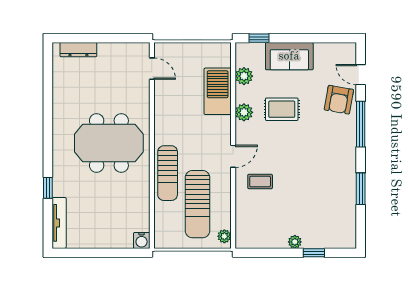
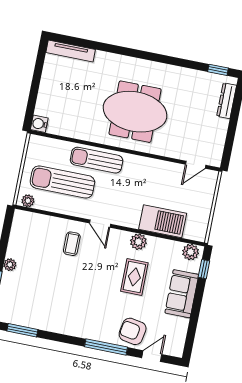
plant: (244, 76) -> (191, 252), moved
meeting table: (109, 143) -> (135, 112), turned 90
window: (48, 188) -> (218, 70), moved
window: (361, 189) -> (22, 330), moved

